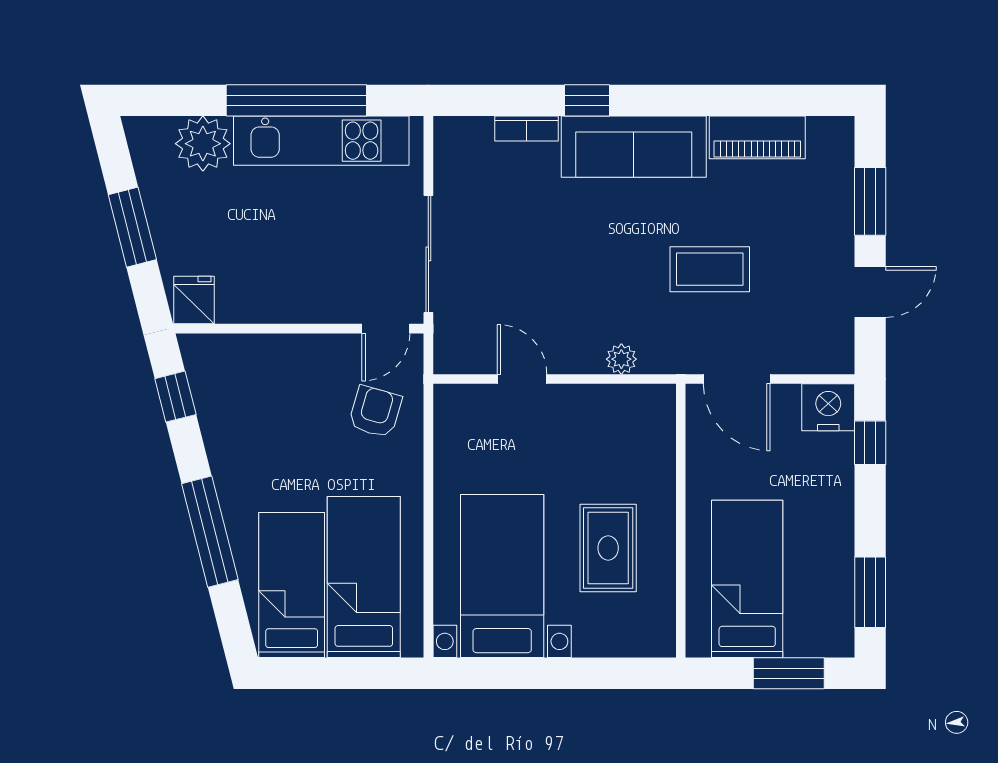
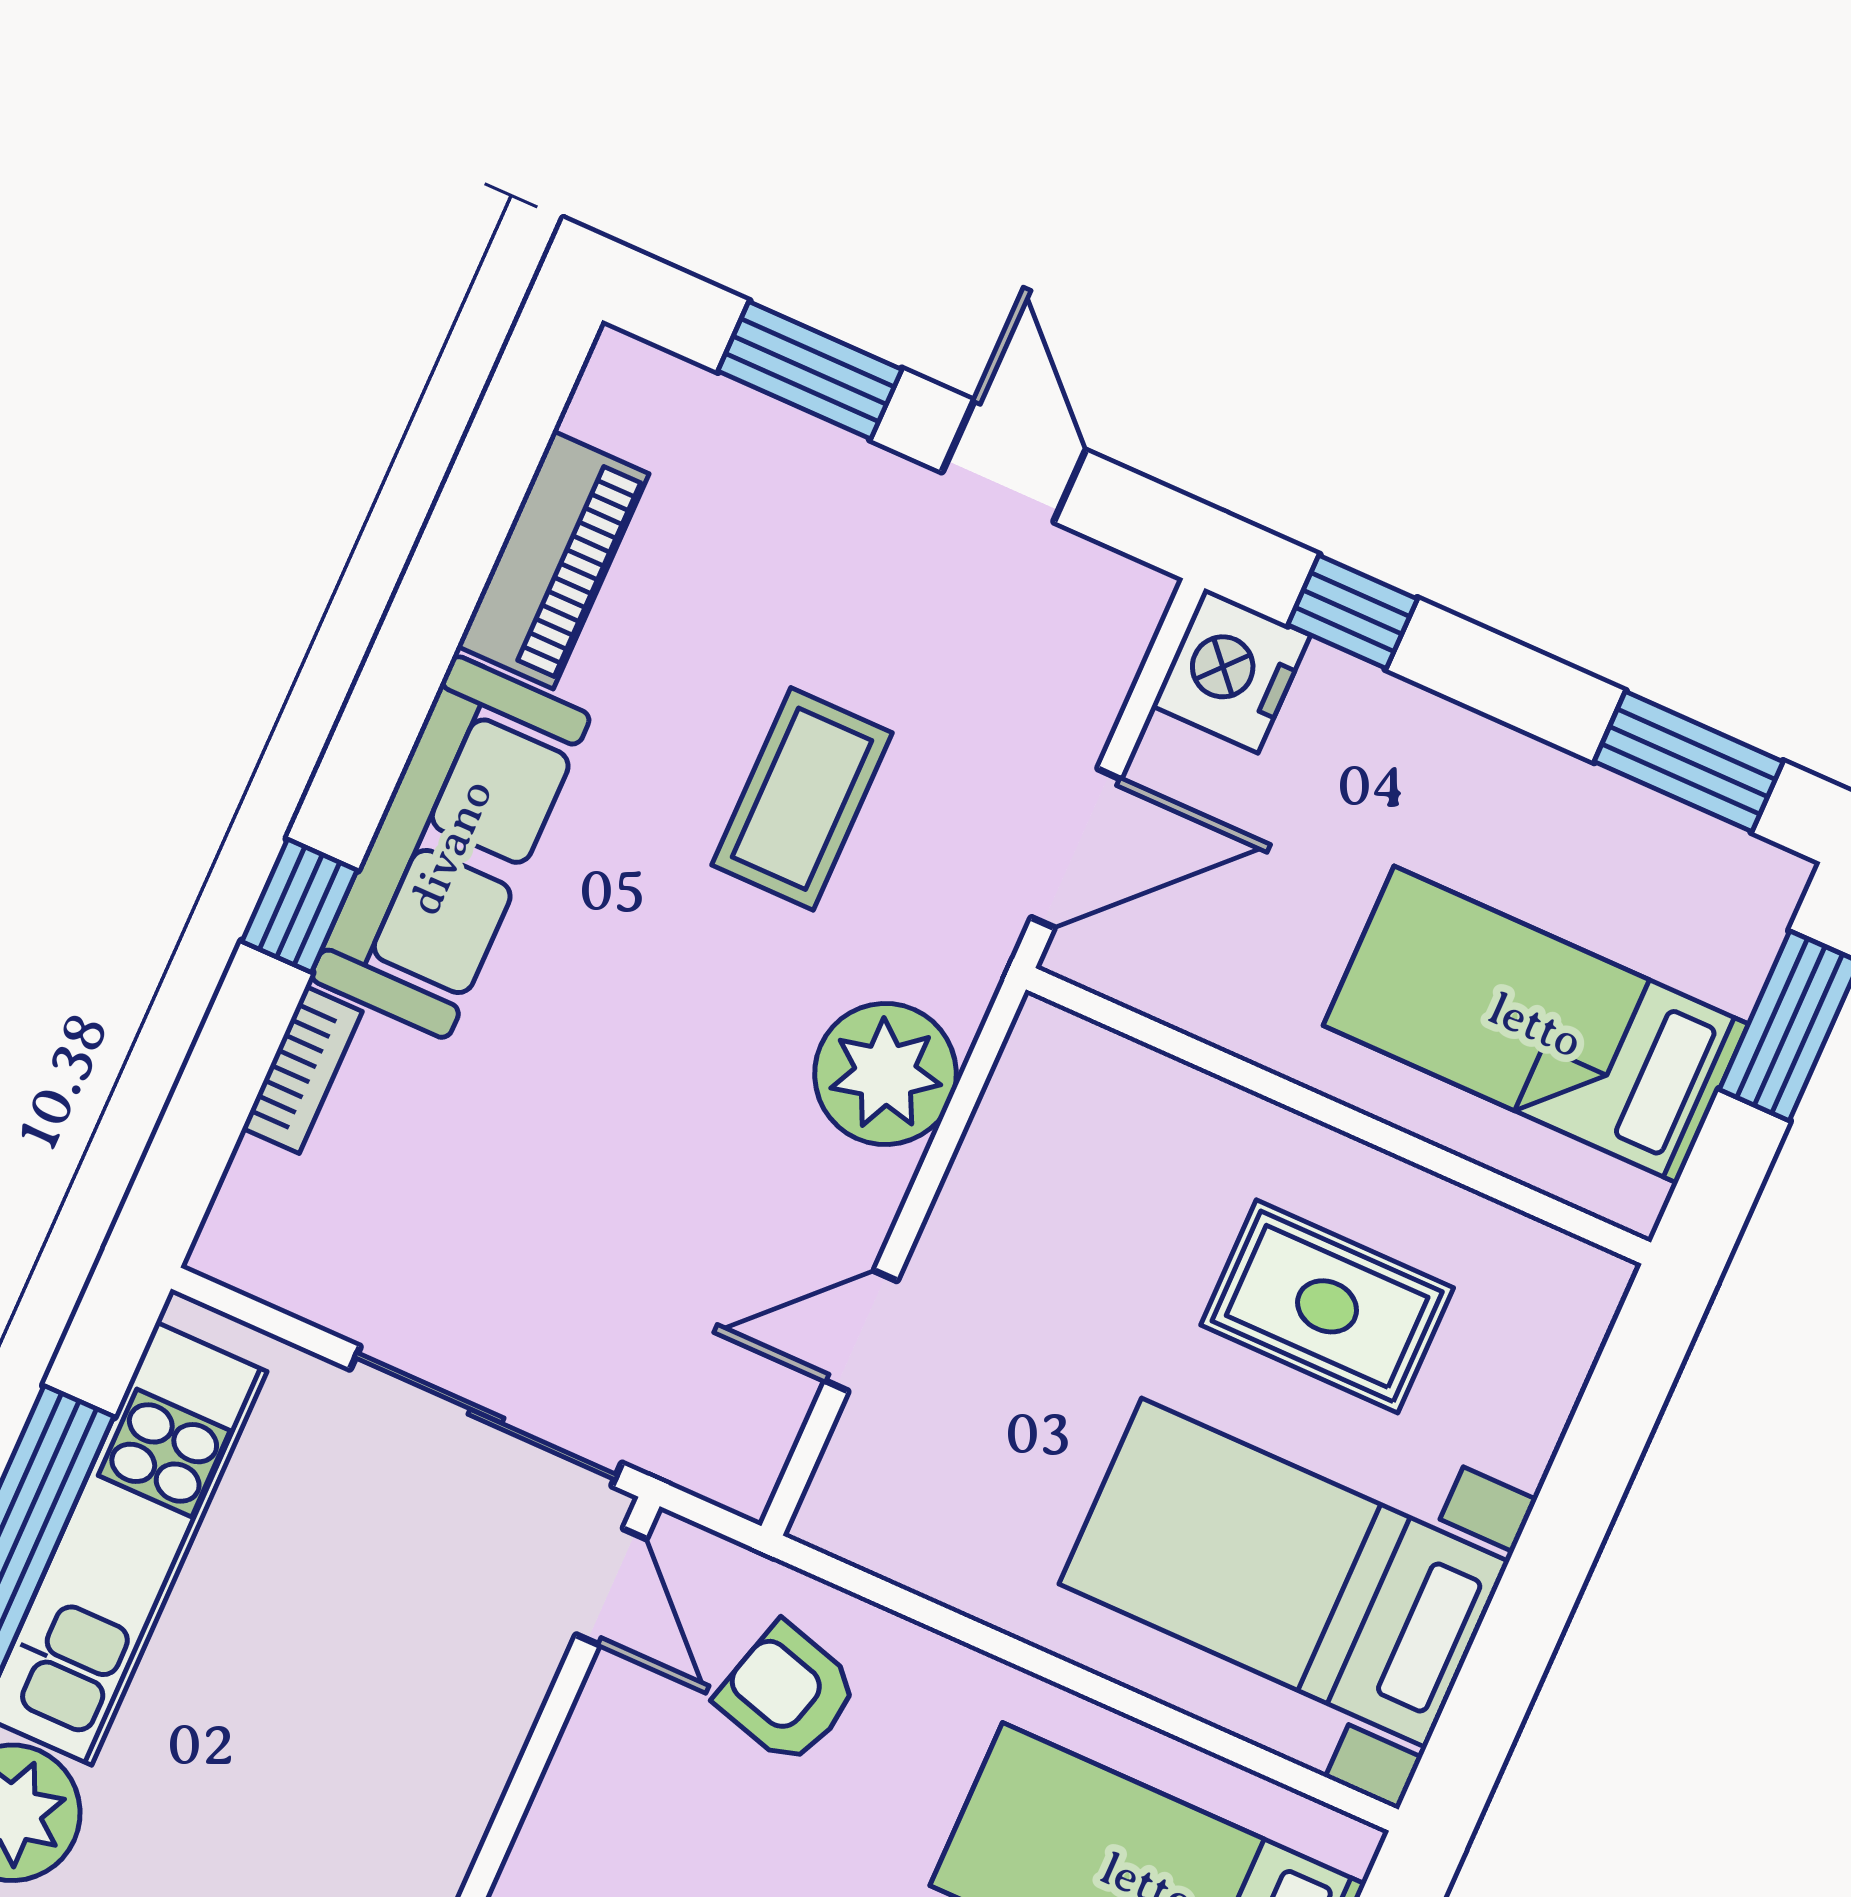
plant: (621, 359) -> (885, 1074), width x1.87, depth x1.87

